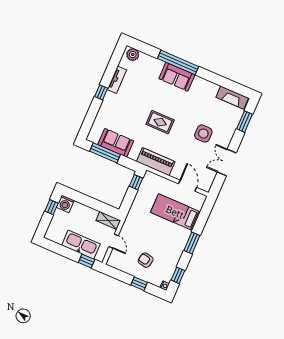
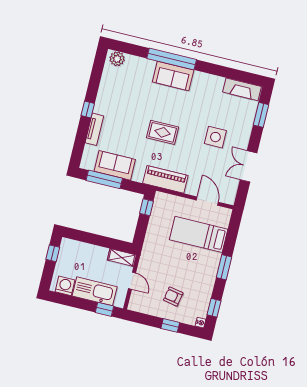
tv unit: (117, 80) -> (94, 129), moved
washing machine: (65, 204) -> (65, 286), moved, turned 180

